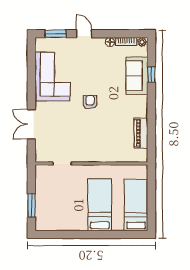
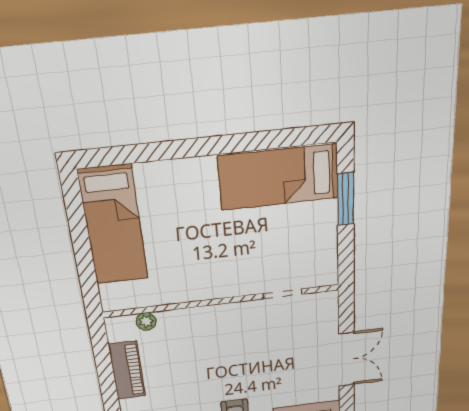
plant: (128, 158) -> (146, 321), added
bed: (100, 205) -> (279, 177), moved, turned 90

